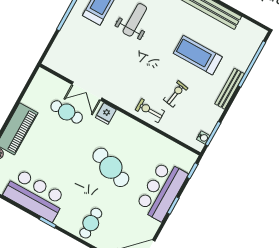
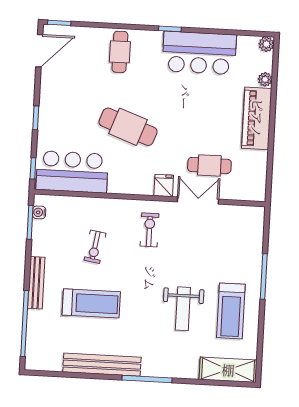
exercise bike: (150, 111) -> (149, 230), moved, turned -90
bar counter: (162, 191) -> (72, 172), moved, turned -90

